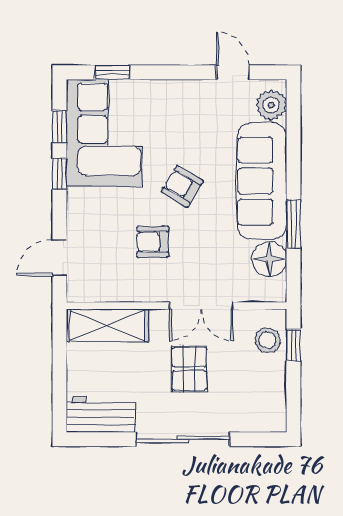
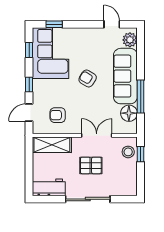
window: (59, 174) -> (29, 84), moved
window: (293, 224) -> (141, 97), width x1.44
armchair: (153, 242) -> (58, 115), moved
double door: (201, 306) -> (97, 135), swing flipped
pallet: (189, 369) -> (91, 165), turned 90

